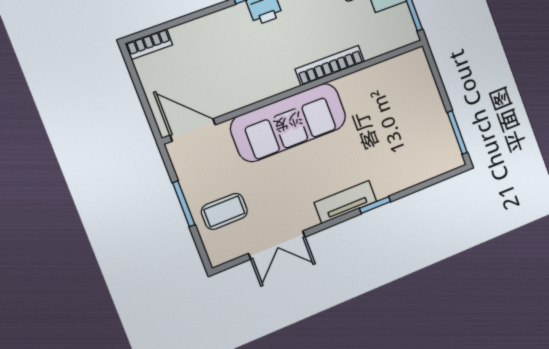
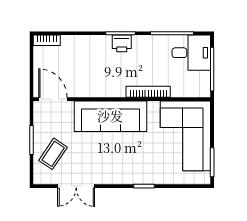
corner sofa: (406, 109) -> (185, 136), added
tv unit: (345, 202) -> (127, 177), removed
coffee table: (224, 211) -> (53, 154), turned -56

